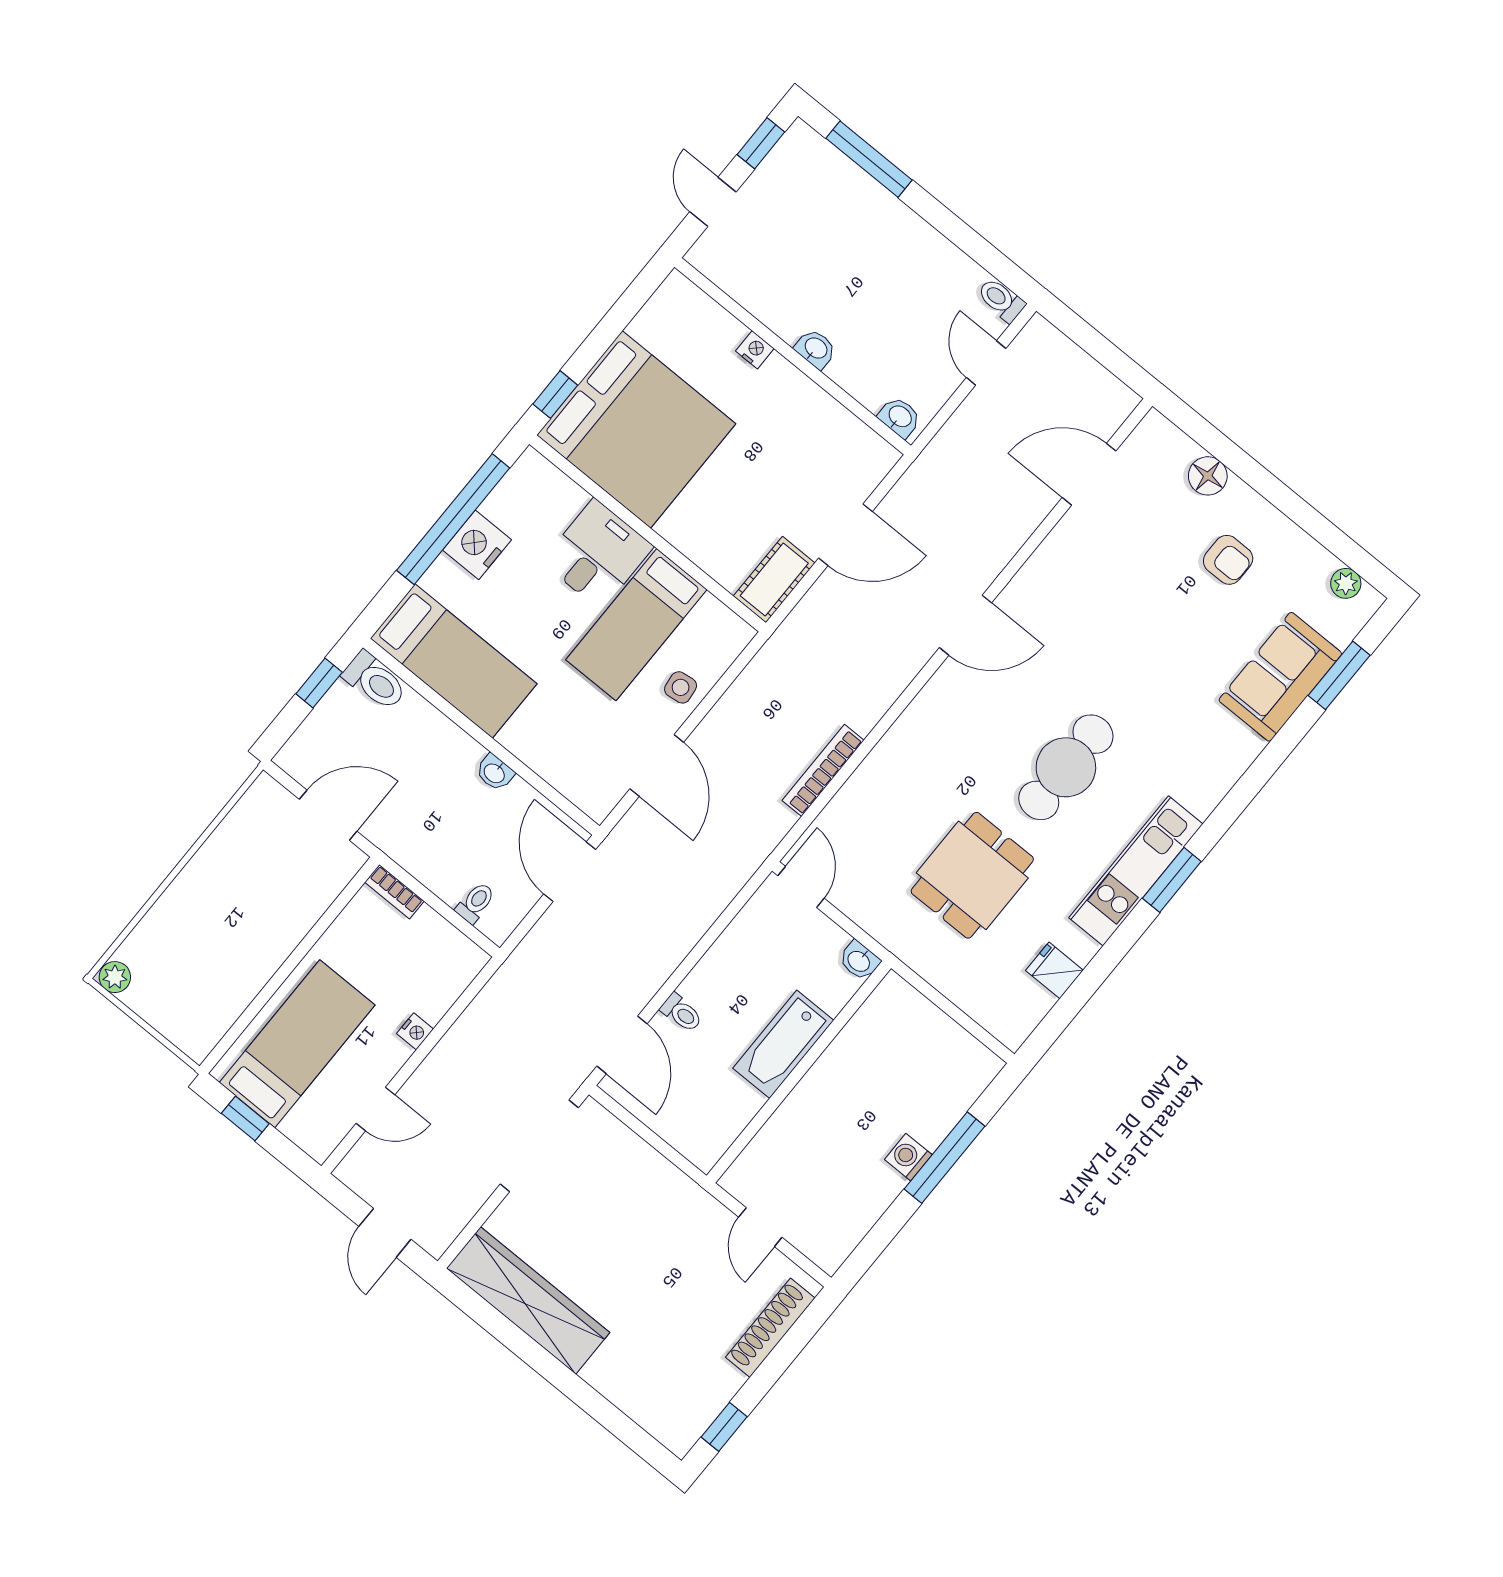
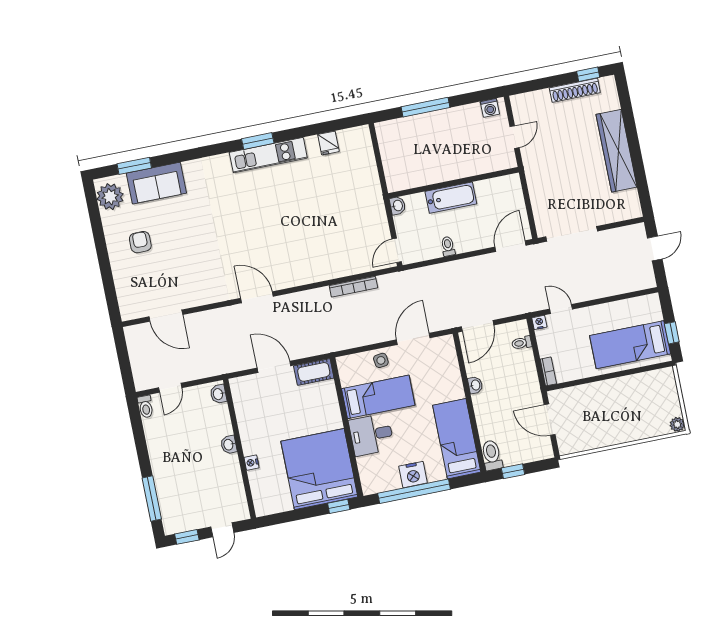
floor lamp: (1208, 476) -> (122, 279), removed
plant: (1346, 583) -> (110, 197), width x1.87, depth x1.87
cafe table: (1066, 767) -> (263, 215), removed
dining table: (972, 875) -> (330, 203), removed
toilet: (681, 1013) -> (448, 246), moved
nightstand: (415, 1031) -> (539, 322), moved
door: (375, 1109) -> (561, 309), moved
washing machine: (908, 1157) -> (490, 108), moved
wardrobe: (528, 1300) -> (616, 151), moved
shoe rack: (770, 1328) -> (575, 90), moved

